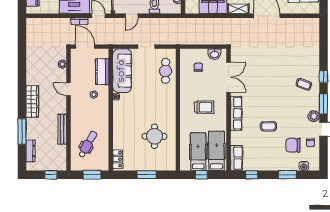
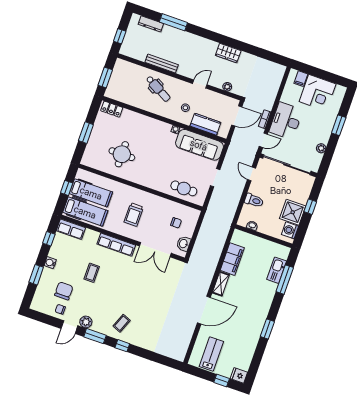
wardrobe: (32, 102) -> (228, 53), moved, width x0.67
dental chair: (88, 144) -> (158, 89), moved
water cooler: (304, 166) -> (50, 263), moved

